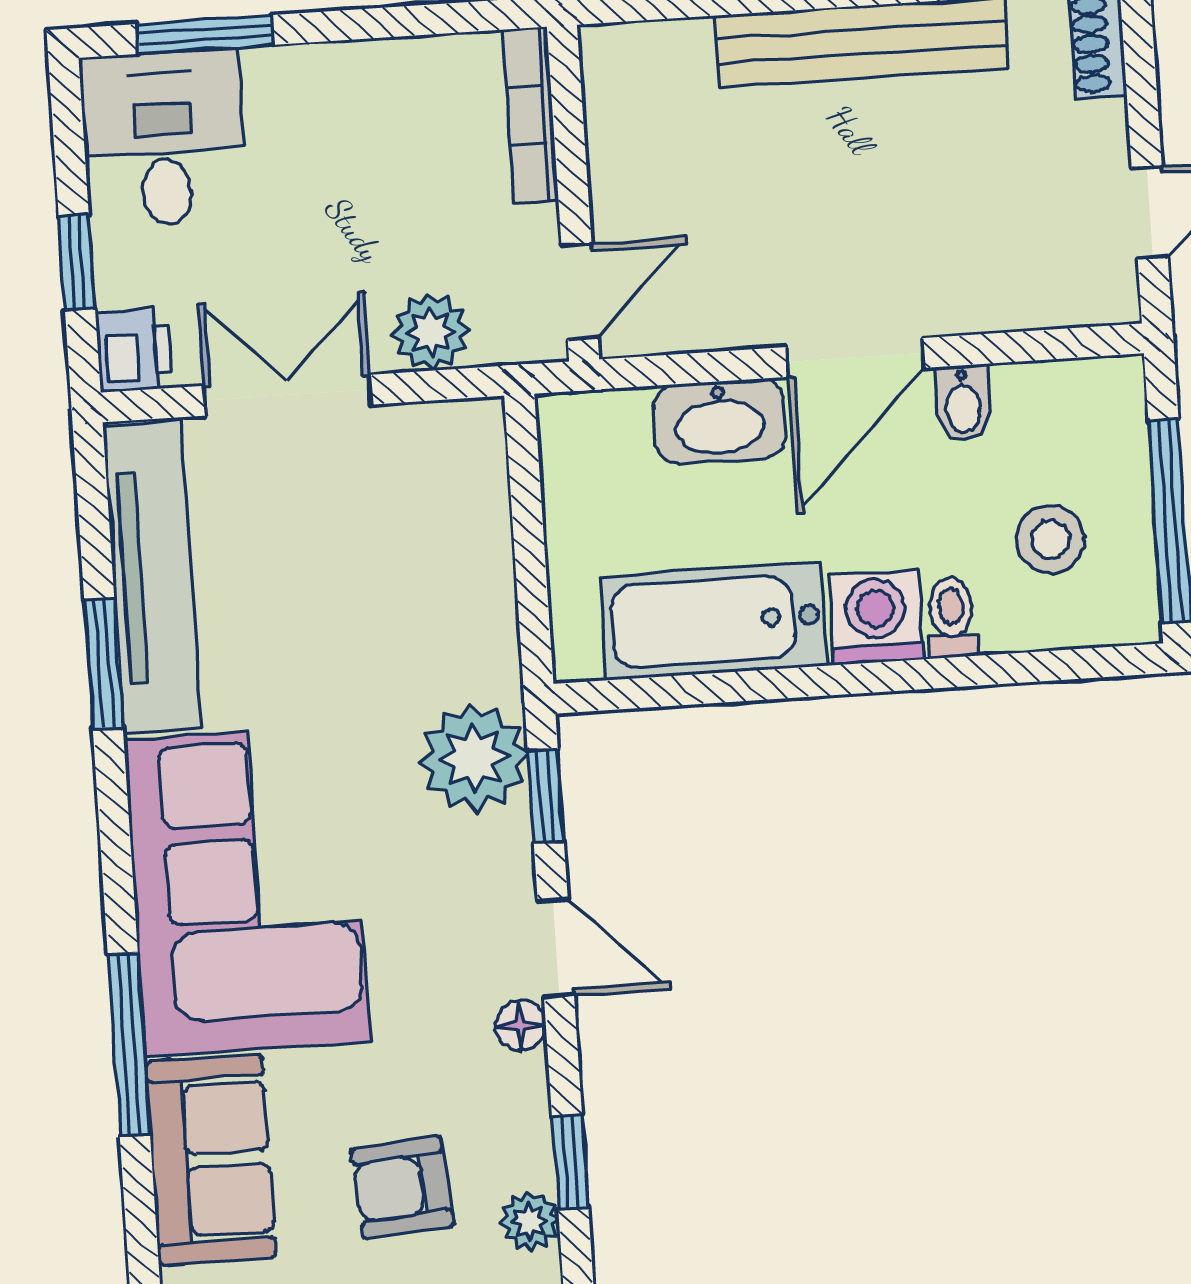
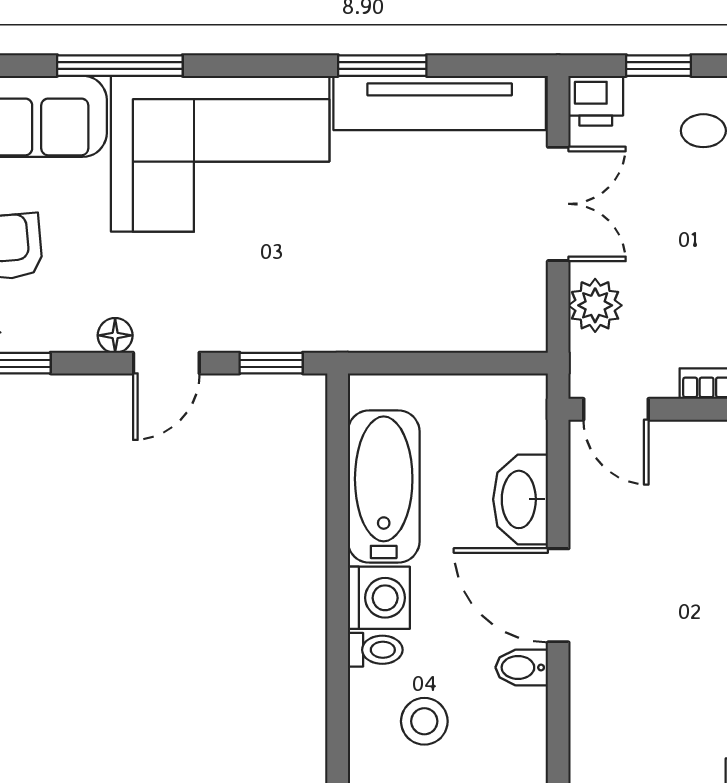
plant: (474, 758) -> (301, 315), removed

